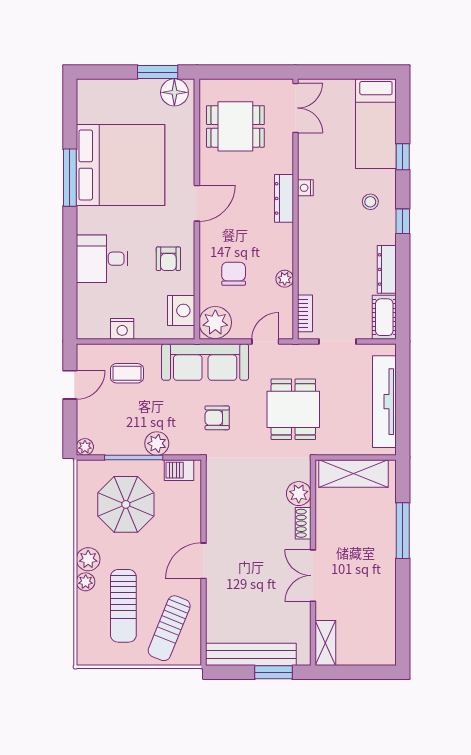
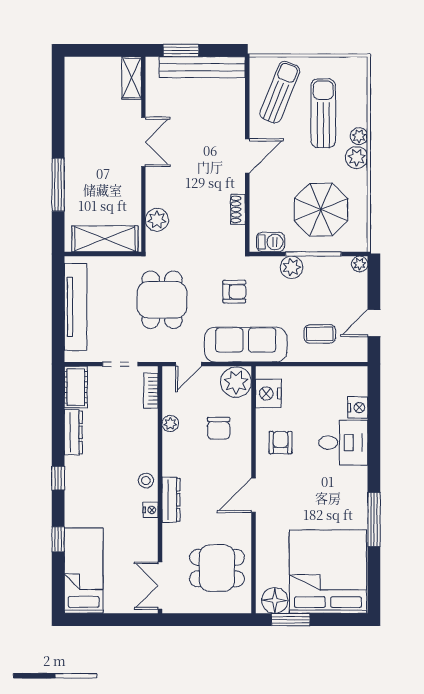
bed: (121, 165) -> (328, 572), moved, turned 90
stool: (370, 202) -> (146, 480), moved
nightstand: (122, 329) -> (358, 408), moved, turned 90
shoe rack: (303, 523) -> (238, 209), moved, turned 180

